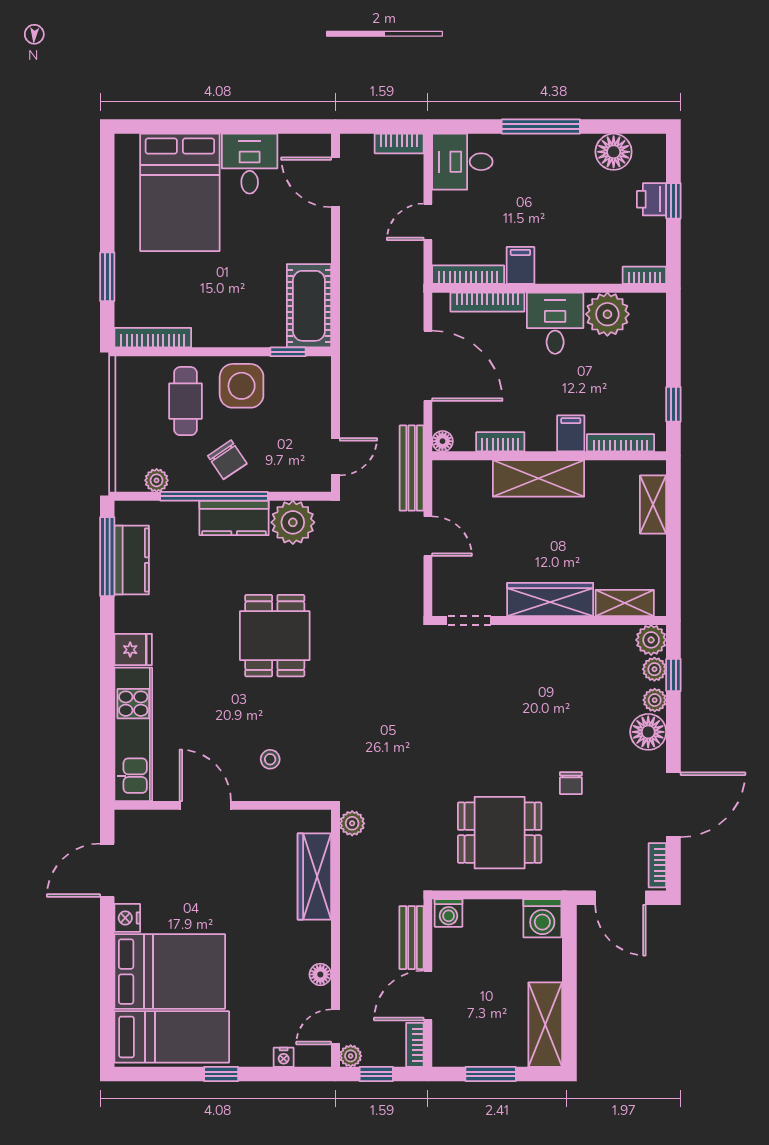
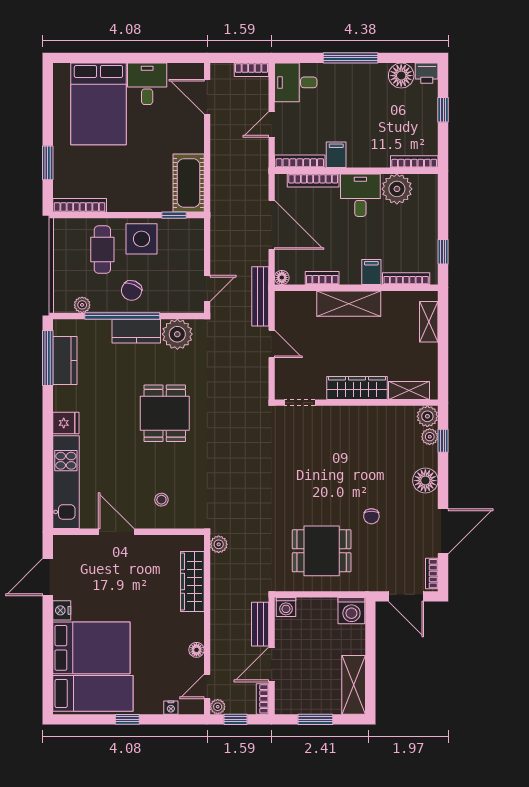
printer: (652, 199) -> (427, 73), moved, turned -90
bookcase: (644, 275) -> (414, 162), width x1.56
chair: (227, 460) -> (132, 290), turned 56
plant: (655, 700) -> (430, 458), removed

